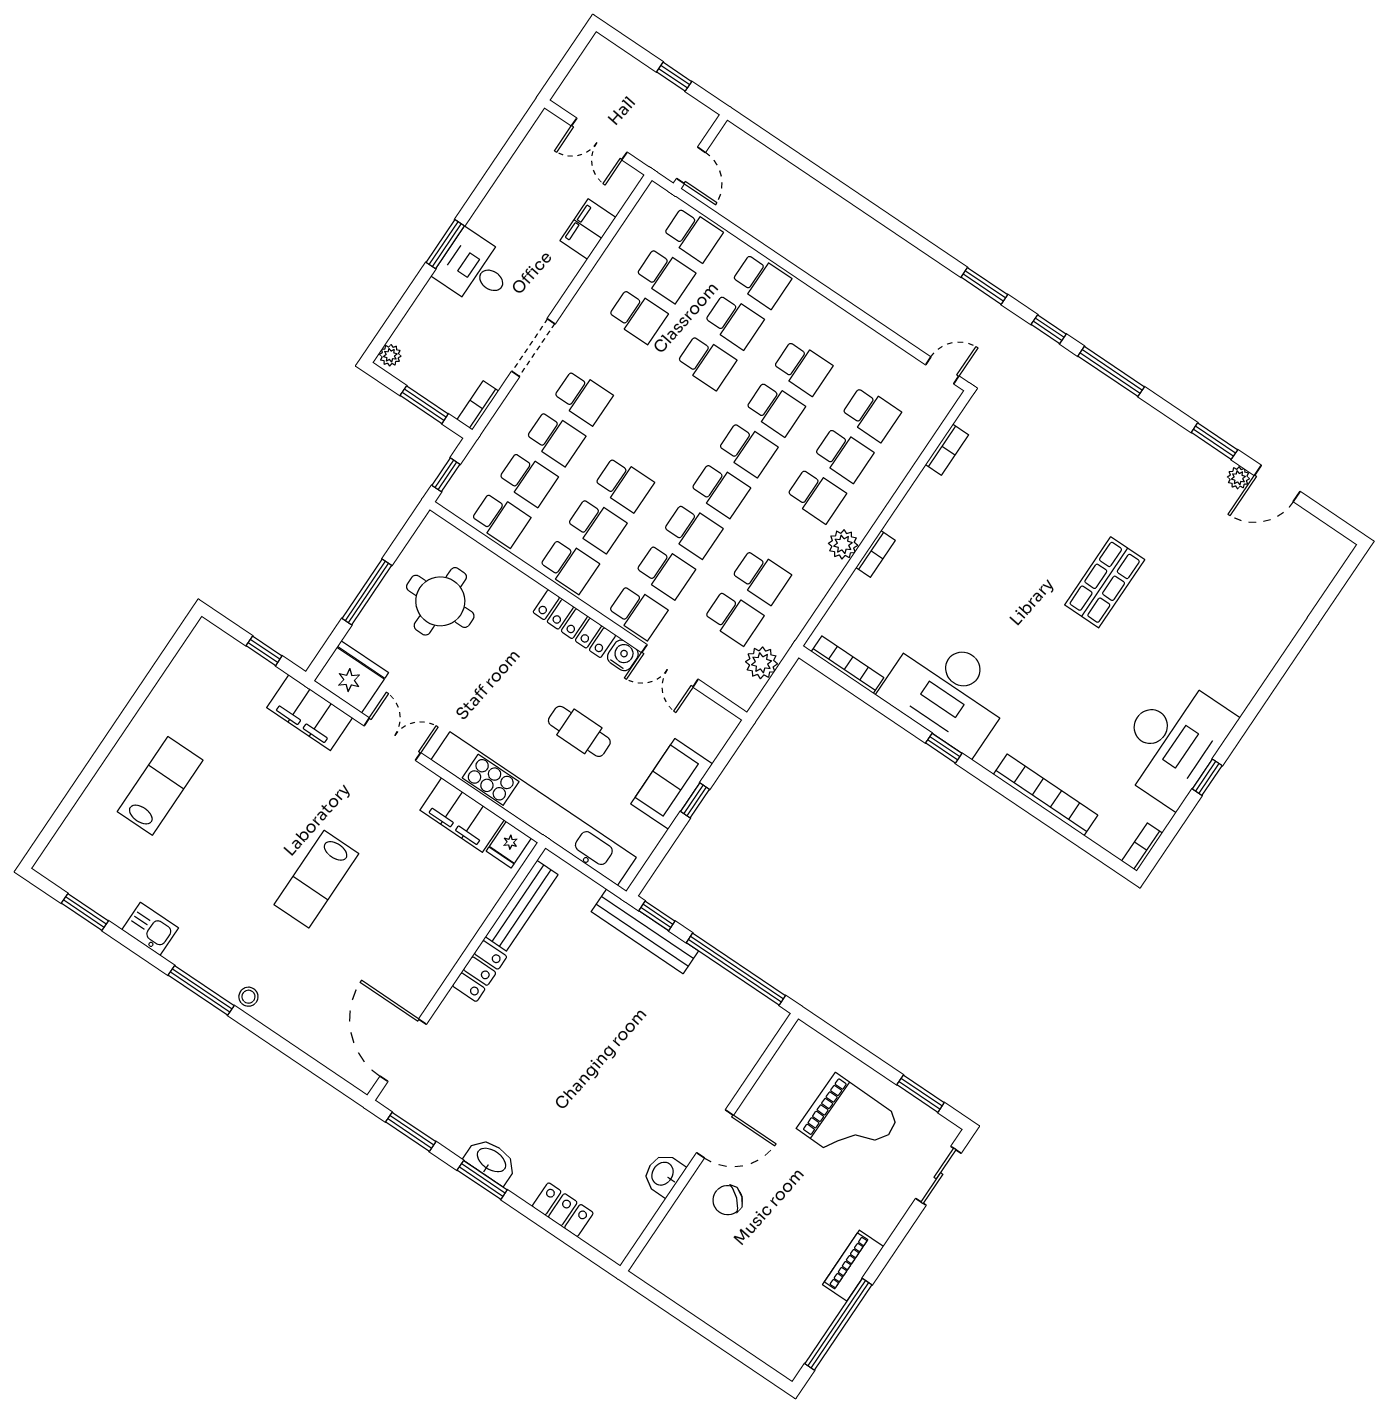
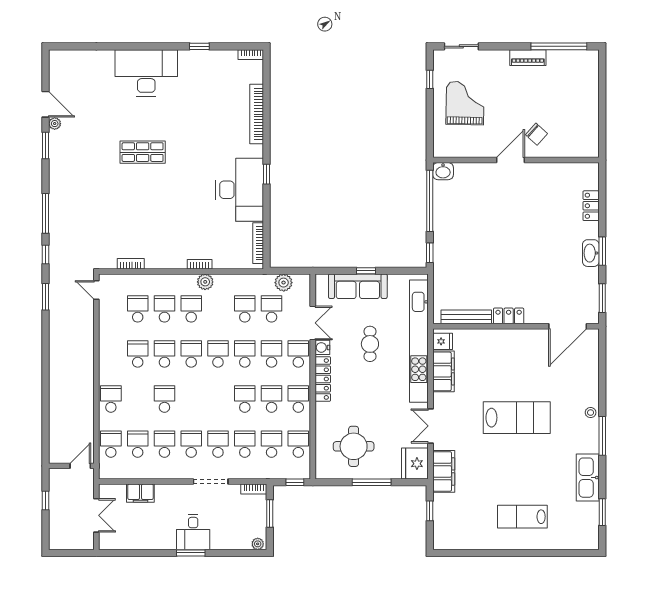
school desk: (734, 321) -> (191, 444), moved
desk: (1173, 741) -> (146, 73), moved
sofa: (672, 784) -> (358, 286), width x1.36
lab bench: (316, 879) -> (517, 418), width x1.36, depth x1.39
kitchen sink: (150, 929) -> (588, 478), width x1.88, depth x1.24
bench: (645, 931) -> (440, 253), removed
window: (921, 1094) -> (430, 79), width x0.67
door: (715, 1134) -> (510, 160), hinge flipped
washbasin: (663, 1174) -> (443, 171), moved

